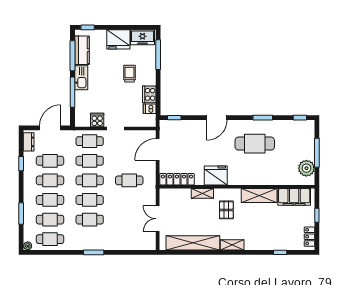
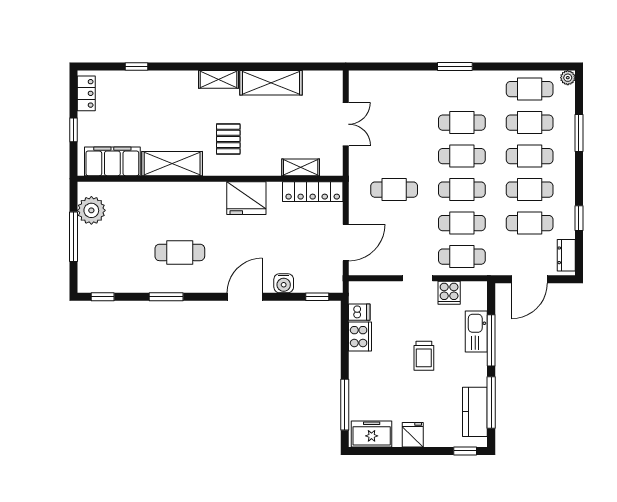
fridge: (118, 39) -> (413, 435), width x0.53, depth x0.75
trolley: (130, 74) -> (424, 356), moved
kitchen sink: (81, 78) -> (476, 332), moved
water cooler: (194, 126) -> (284, 283), added
cafe table: (255, 144) -> (180, 252), width x0.73, depth x0.74
shelving: (202, 193) -> (301, 167), moved
shelving: (193, 243) -> (271, 83), width x0.68

